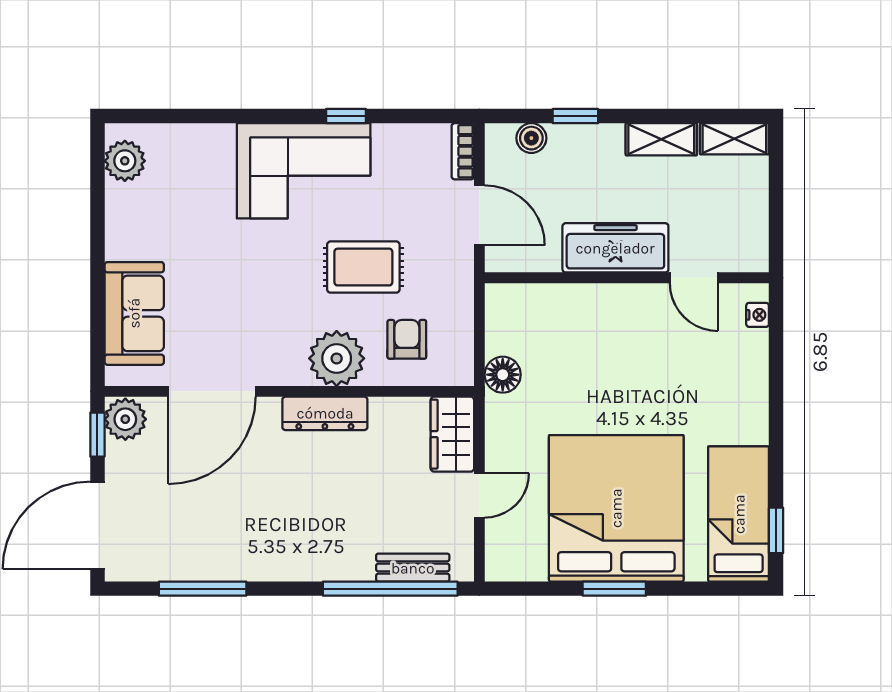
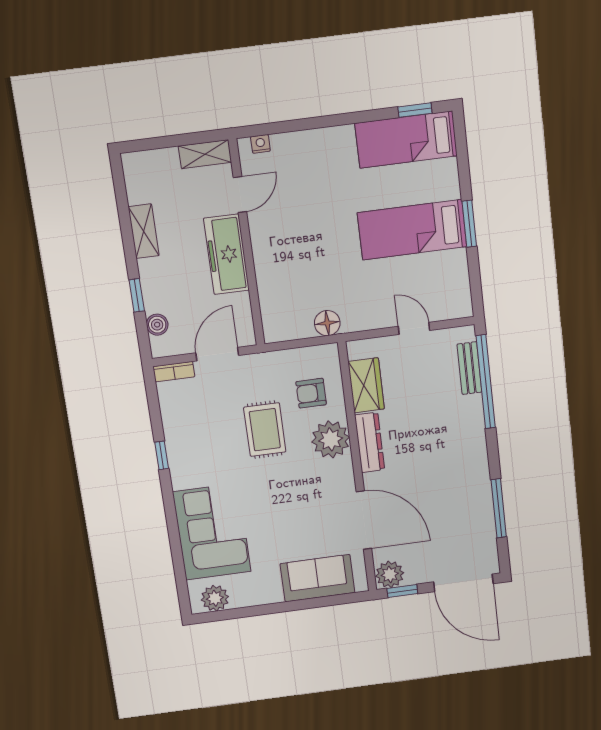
shelving: (734, 139) -> (205, 154), moved, turned 90
corner sofa: (304, 171) -> (212, 532), moved
wardrobe: (452, 434) -> (366, 385), moved, turned -90
bed: (616, 508) -> (412, 230), width x0.49

